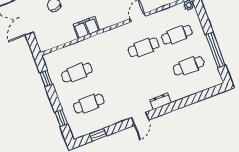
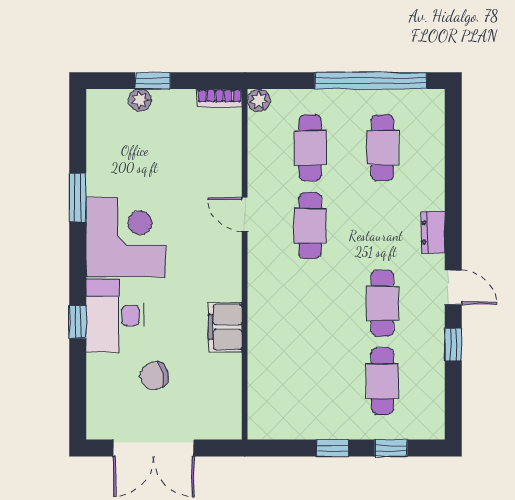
window: (215, 50) -> (371, 81), width x1.46
cafe table: (77, 73) -> (382, 303), moved
window: (46, 78) -> (332, 448), moved
window: (98, 135) -> (453, 344), moved

